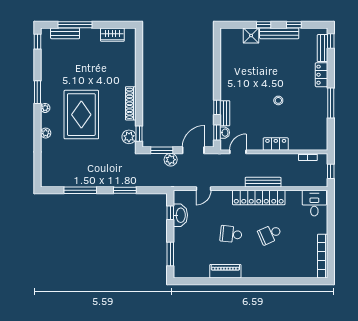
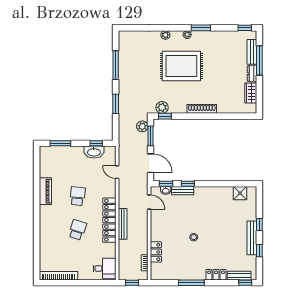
dresser: (90, 33) -> (252, 74), added
shower: (251, 36) -> (240, 193), moved
shoe rack: (131, 103) -> (202, 109), moved
locker: (276, 144) -> (156, 252), moved
plant: (171, 160) -> (142, 126), moved
school desk: (270, 234) -> (78, 230), turned 42

